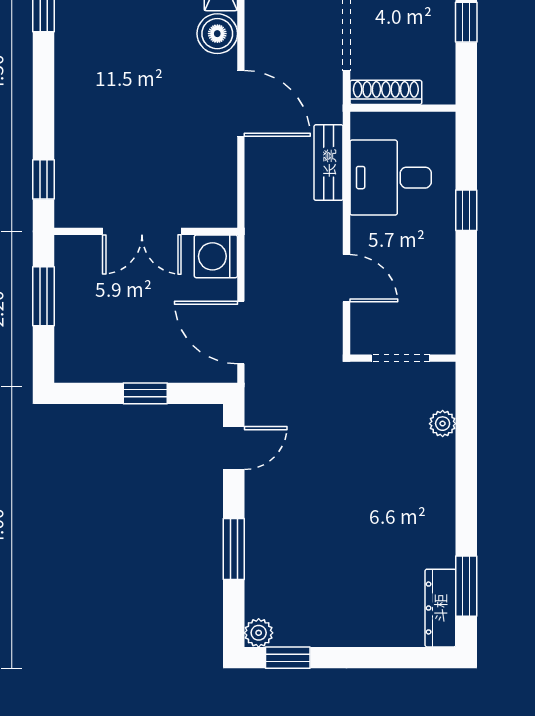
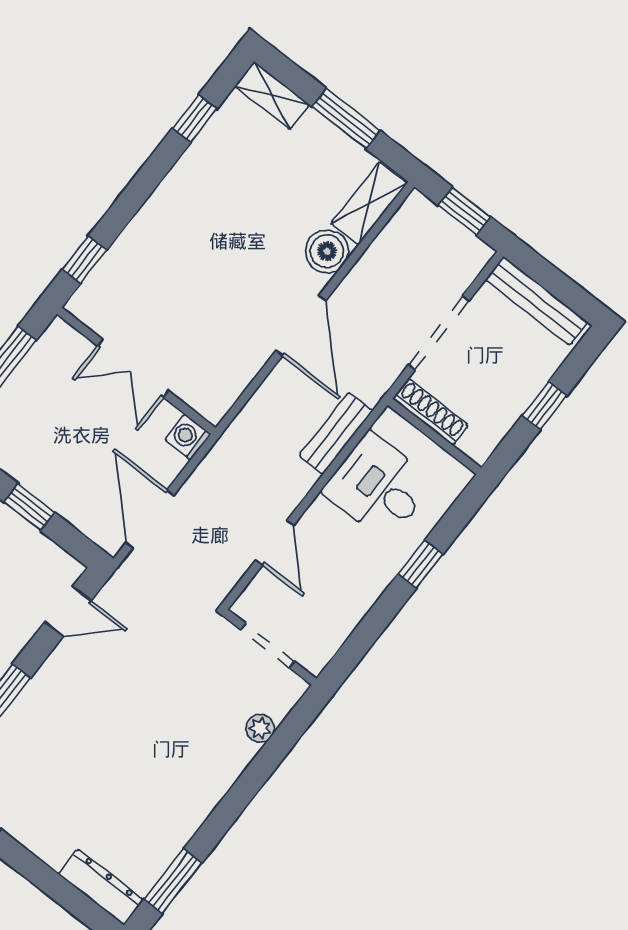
washing machine: (216, 256) -> (188, 437), width x0.73, depth x0.73
dresser: (440, 608) -> (101, 887), moved, turned 90

